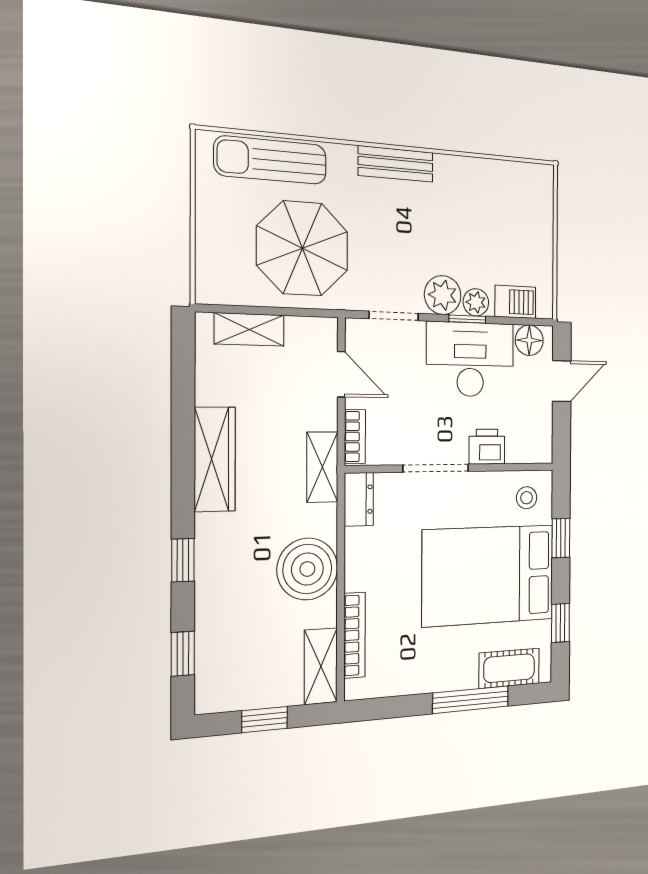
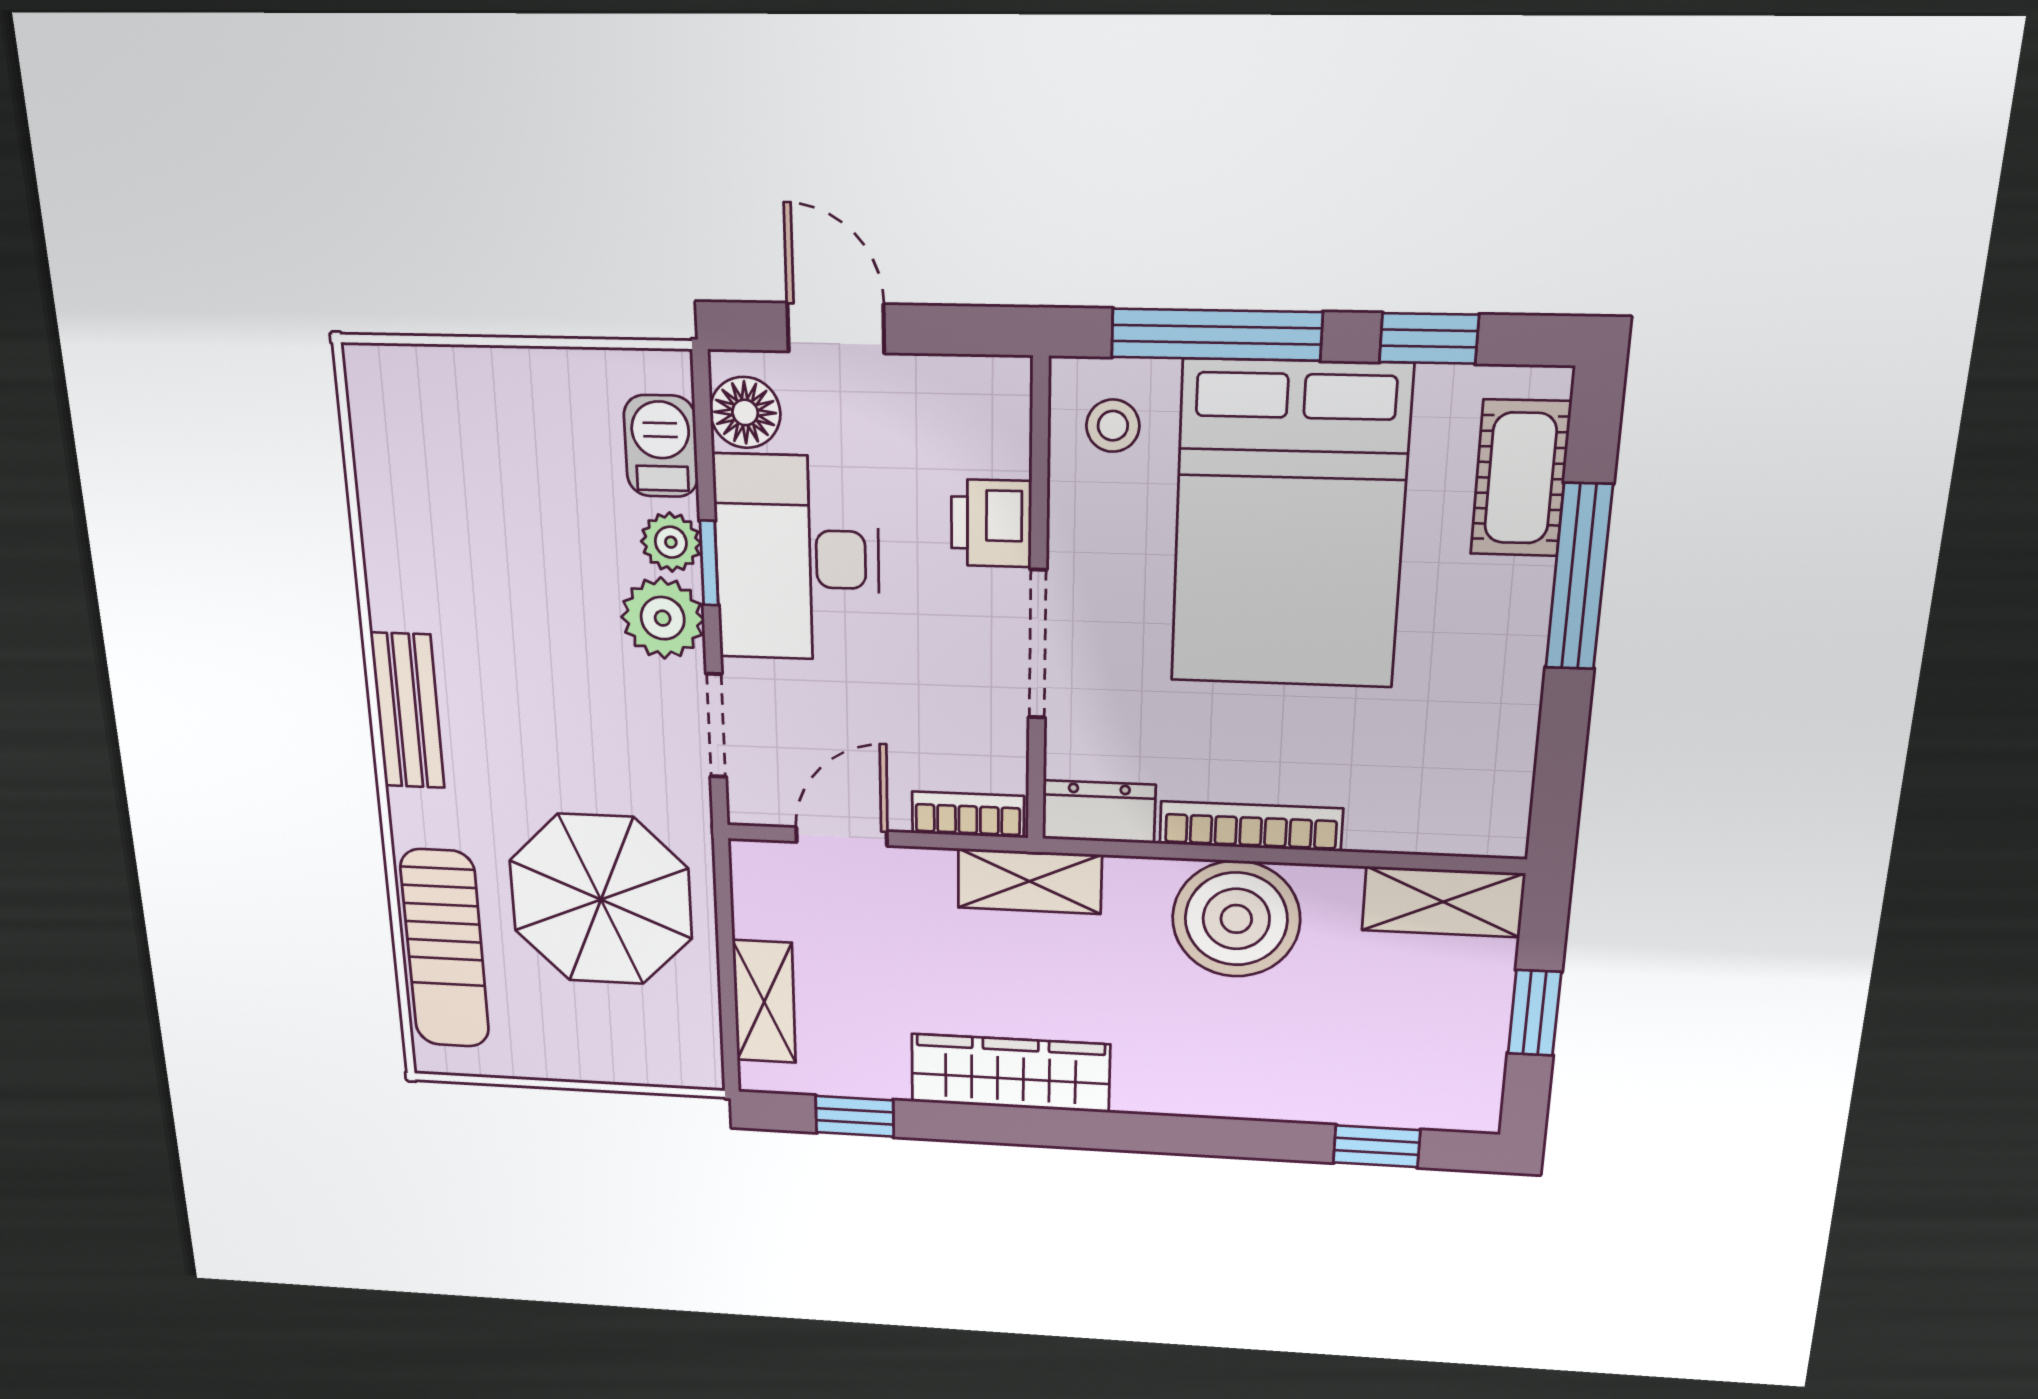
window: (561, 538) -> (1216, 335), width x2.17
window: (183, 560) -> (855, 1116), moved
bookcase: (354, 635) -> (1251, 826), moved

